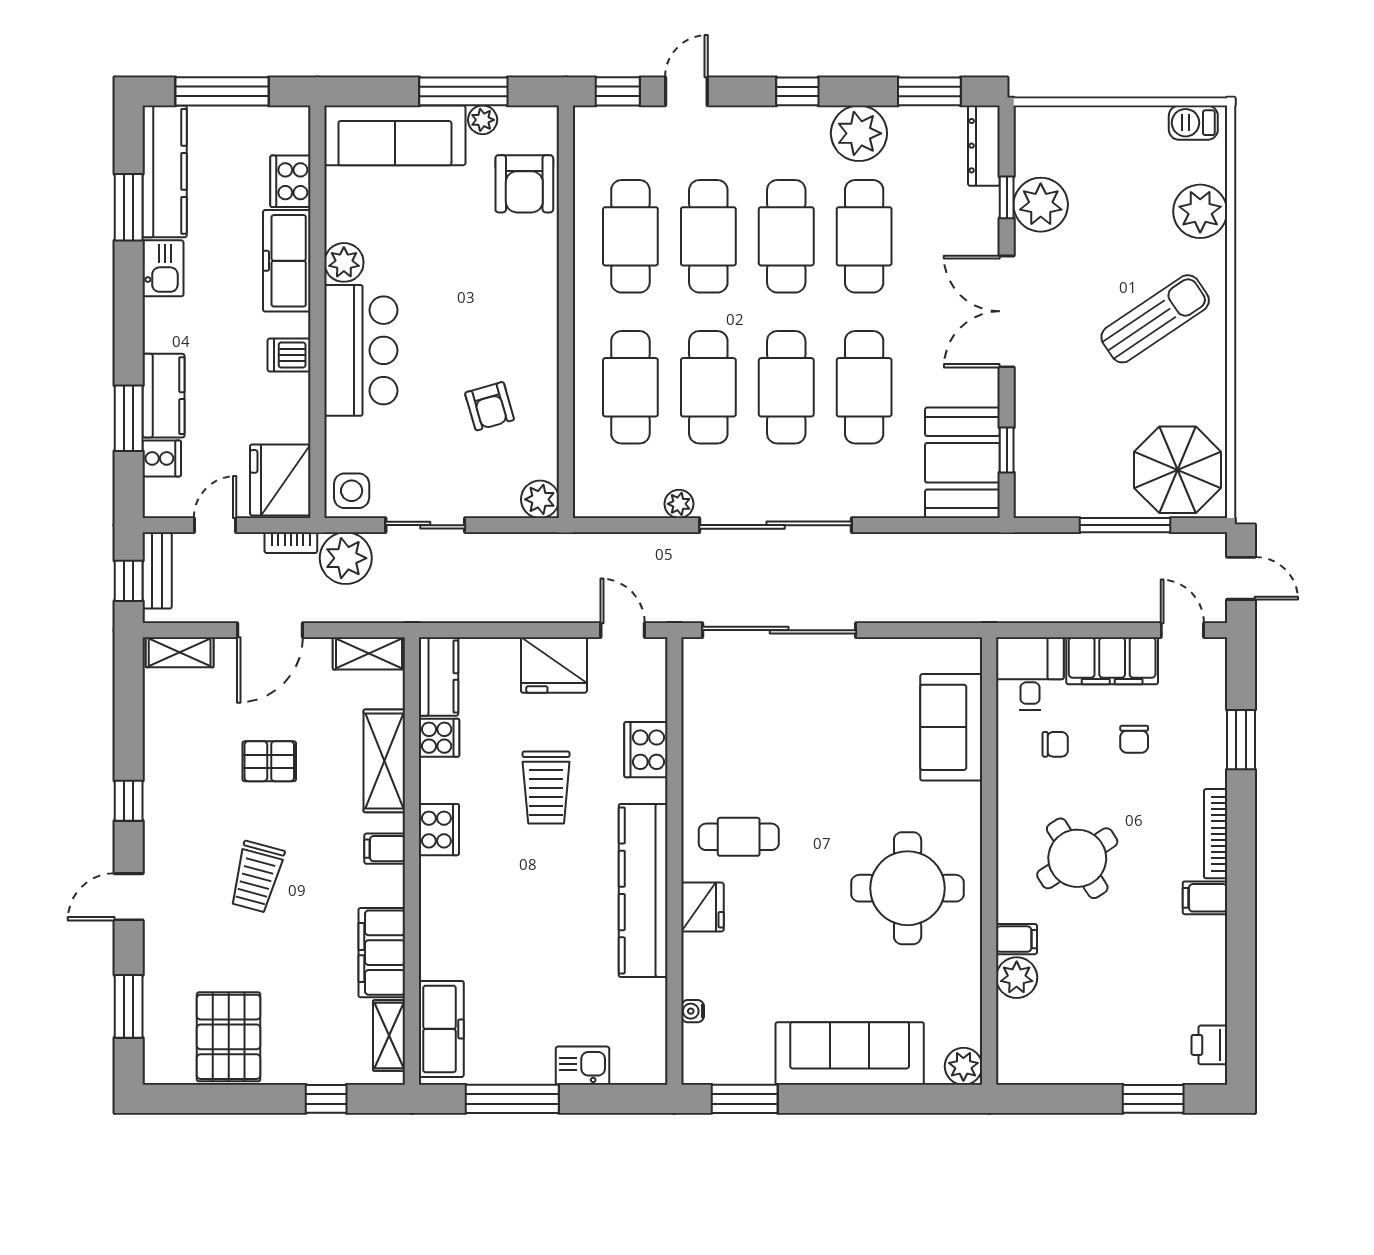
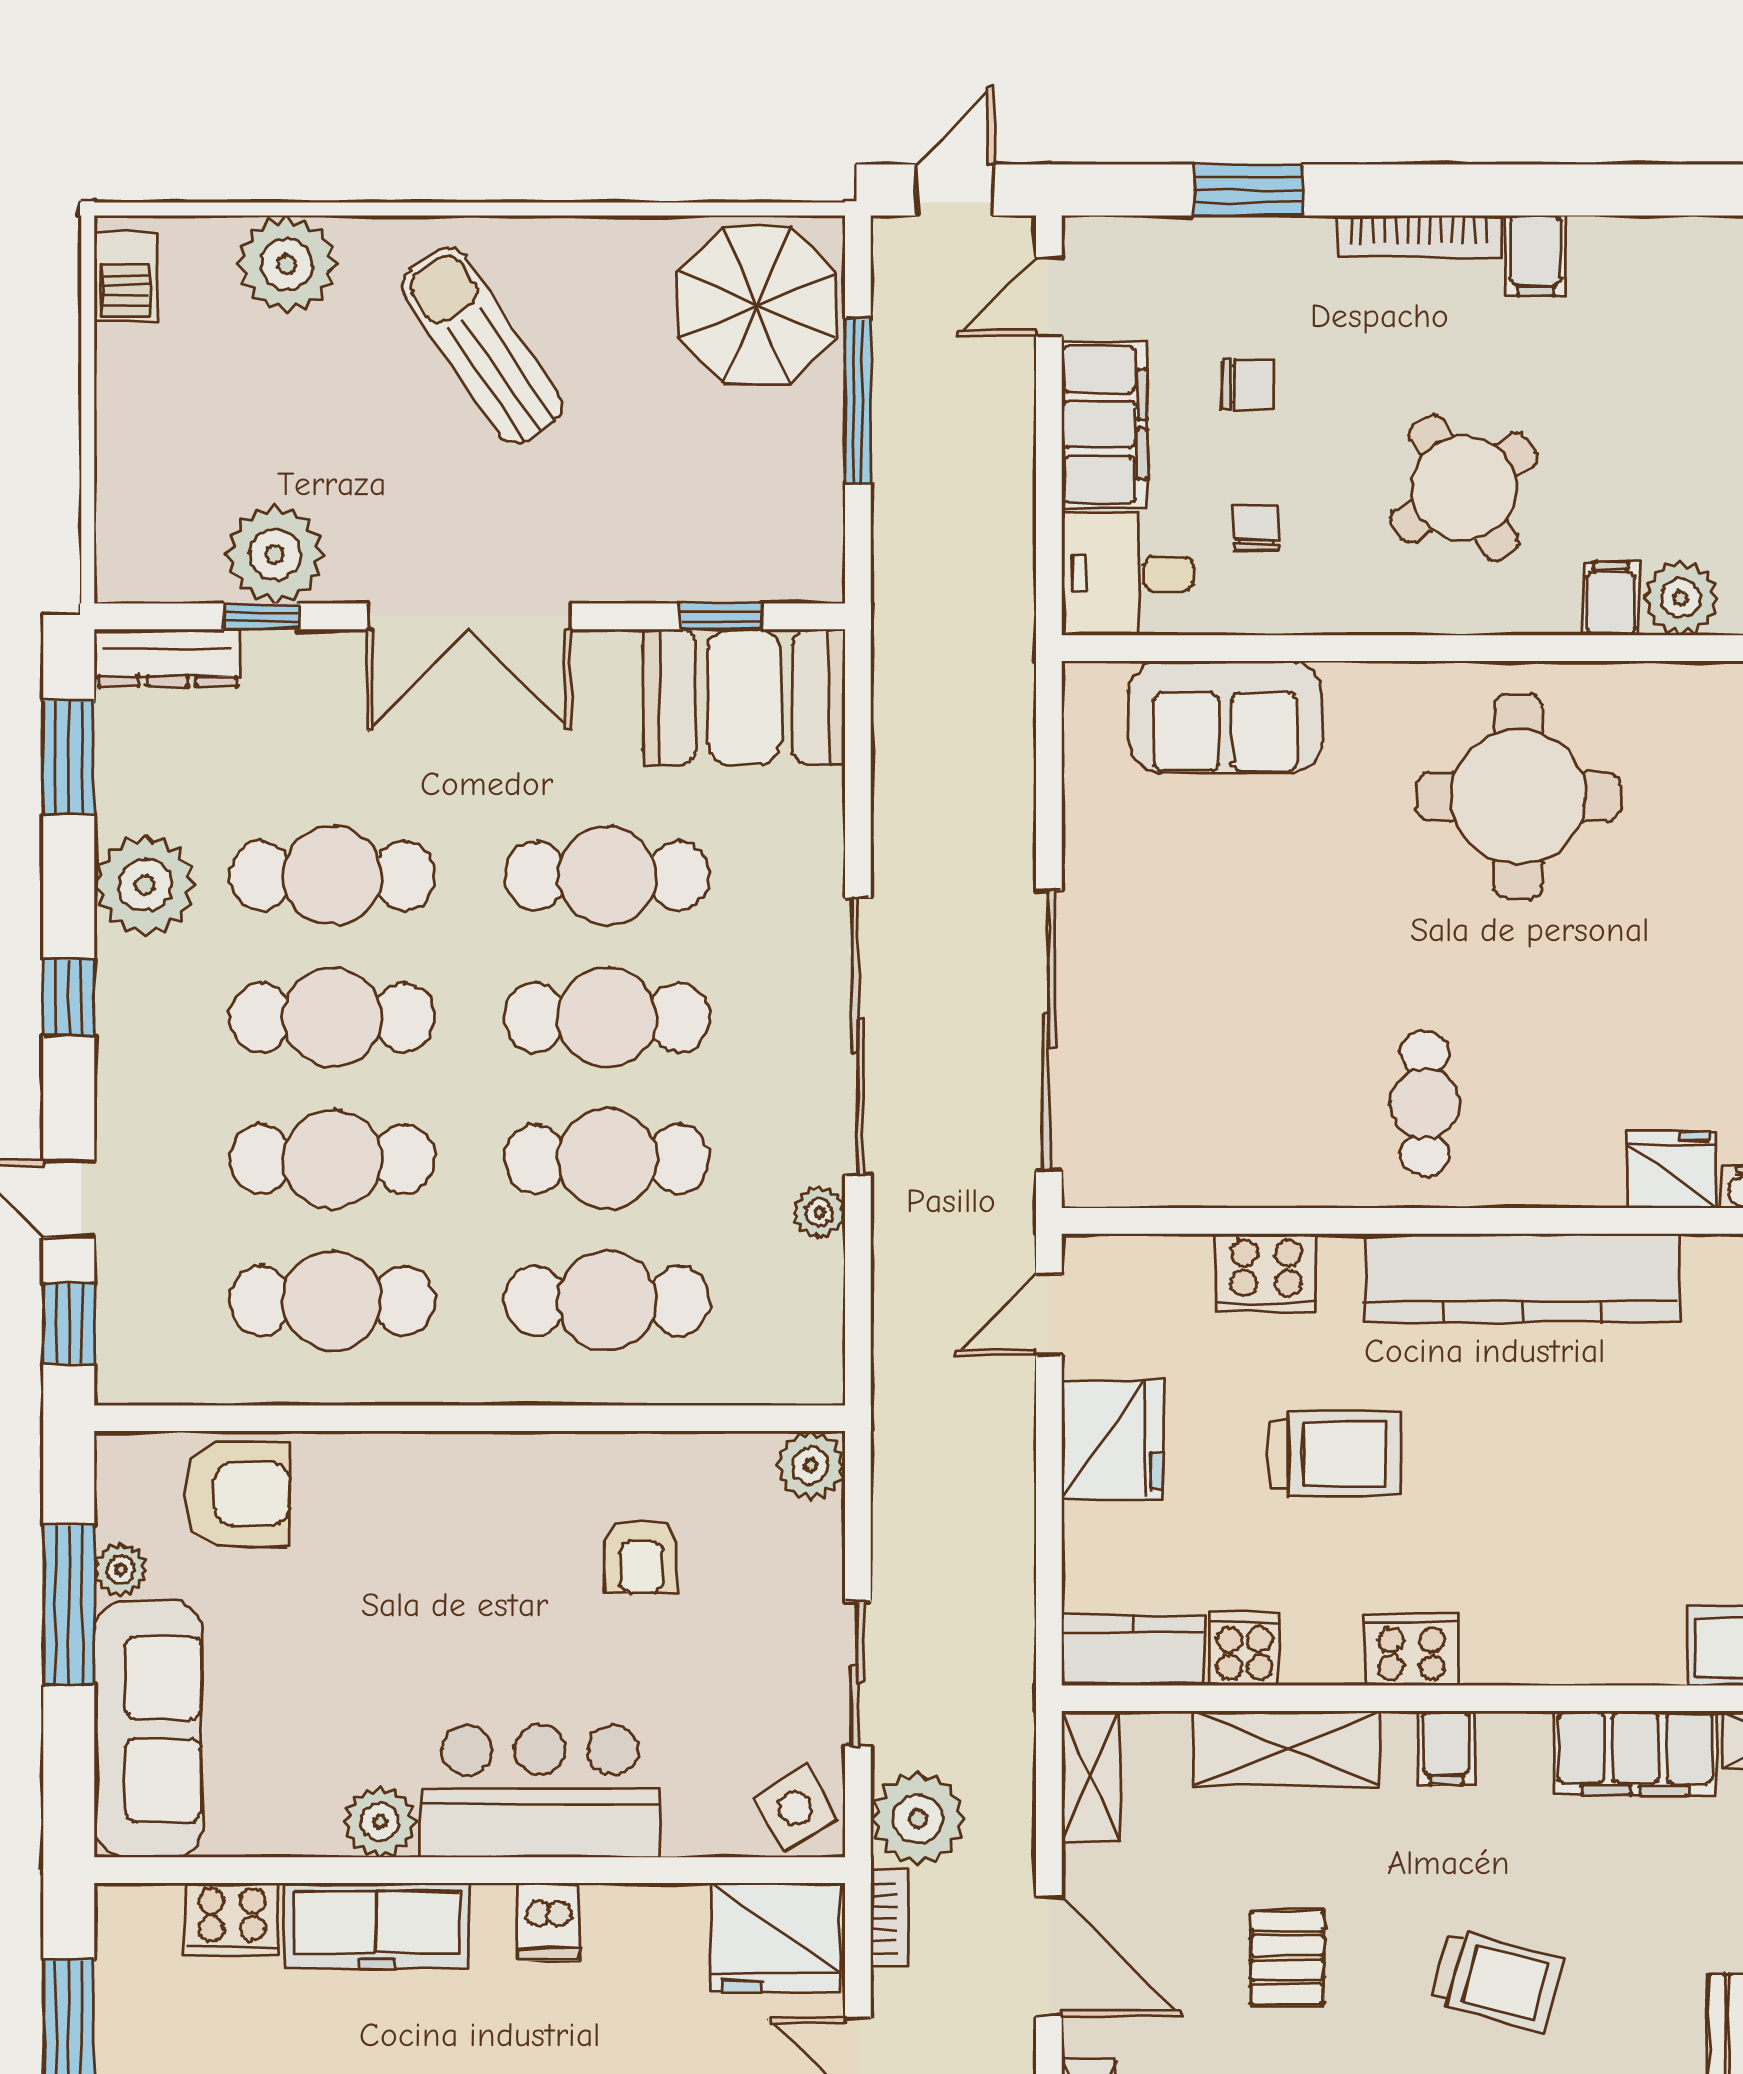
armchair: (490, 406) -> (641, 1557), turned 106
side table: (352, 491) -> (795, 1808), turned -31
fridge: (702, 907) -> (1672, 1170), moved

